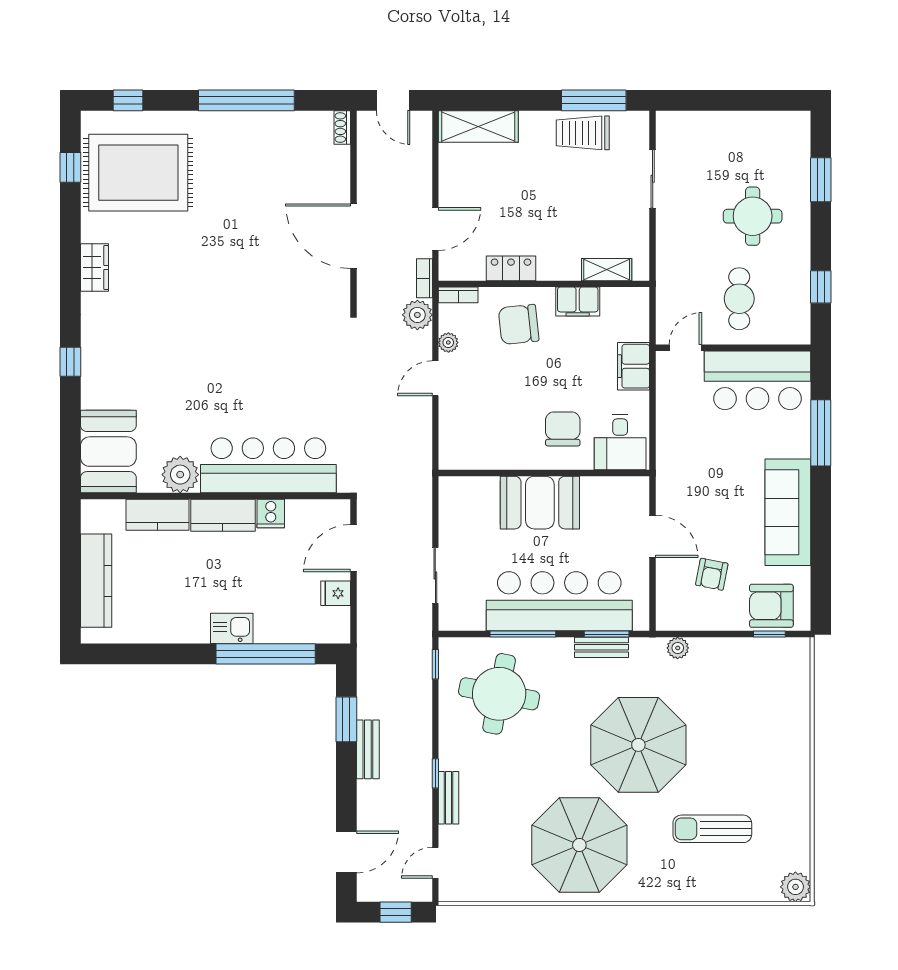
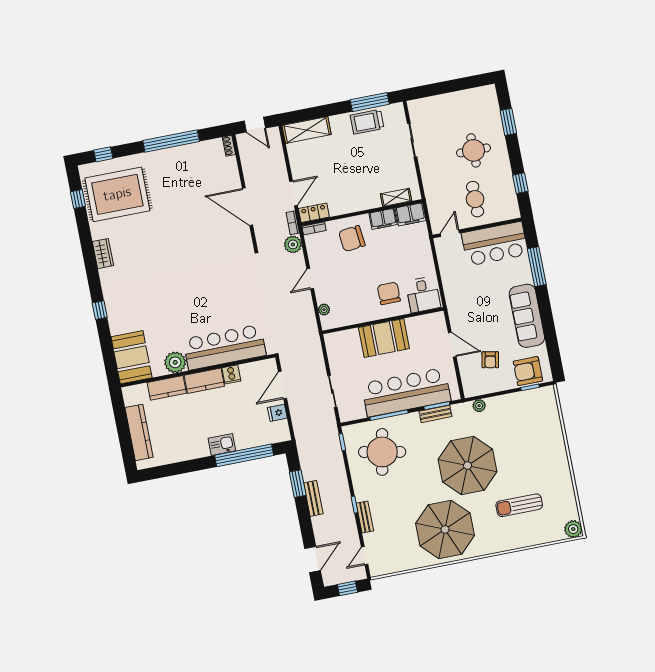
locker: (511, 268) -> (314, 213), moved
plant: (448, 342) -> (324, 310), moved
filing cabinet: (634, 366) -> (411, 214), moved, turned -90

